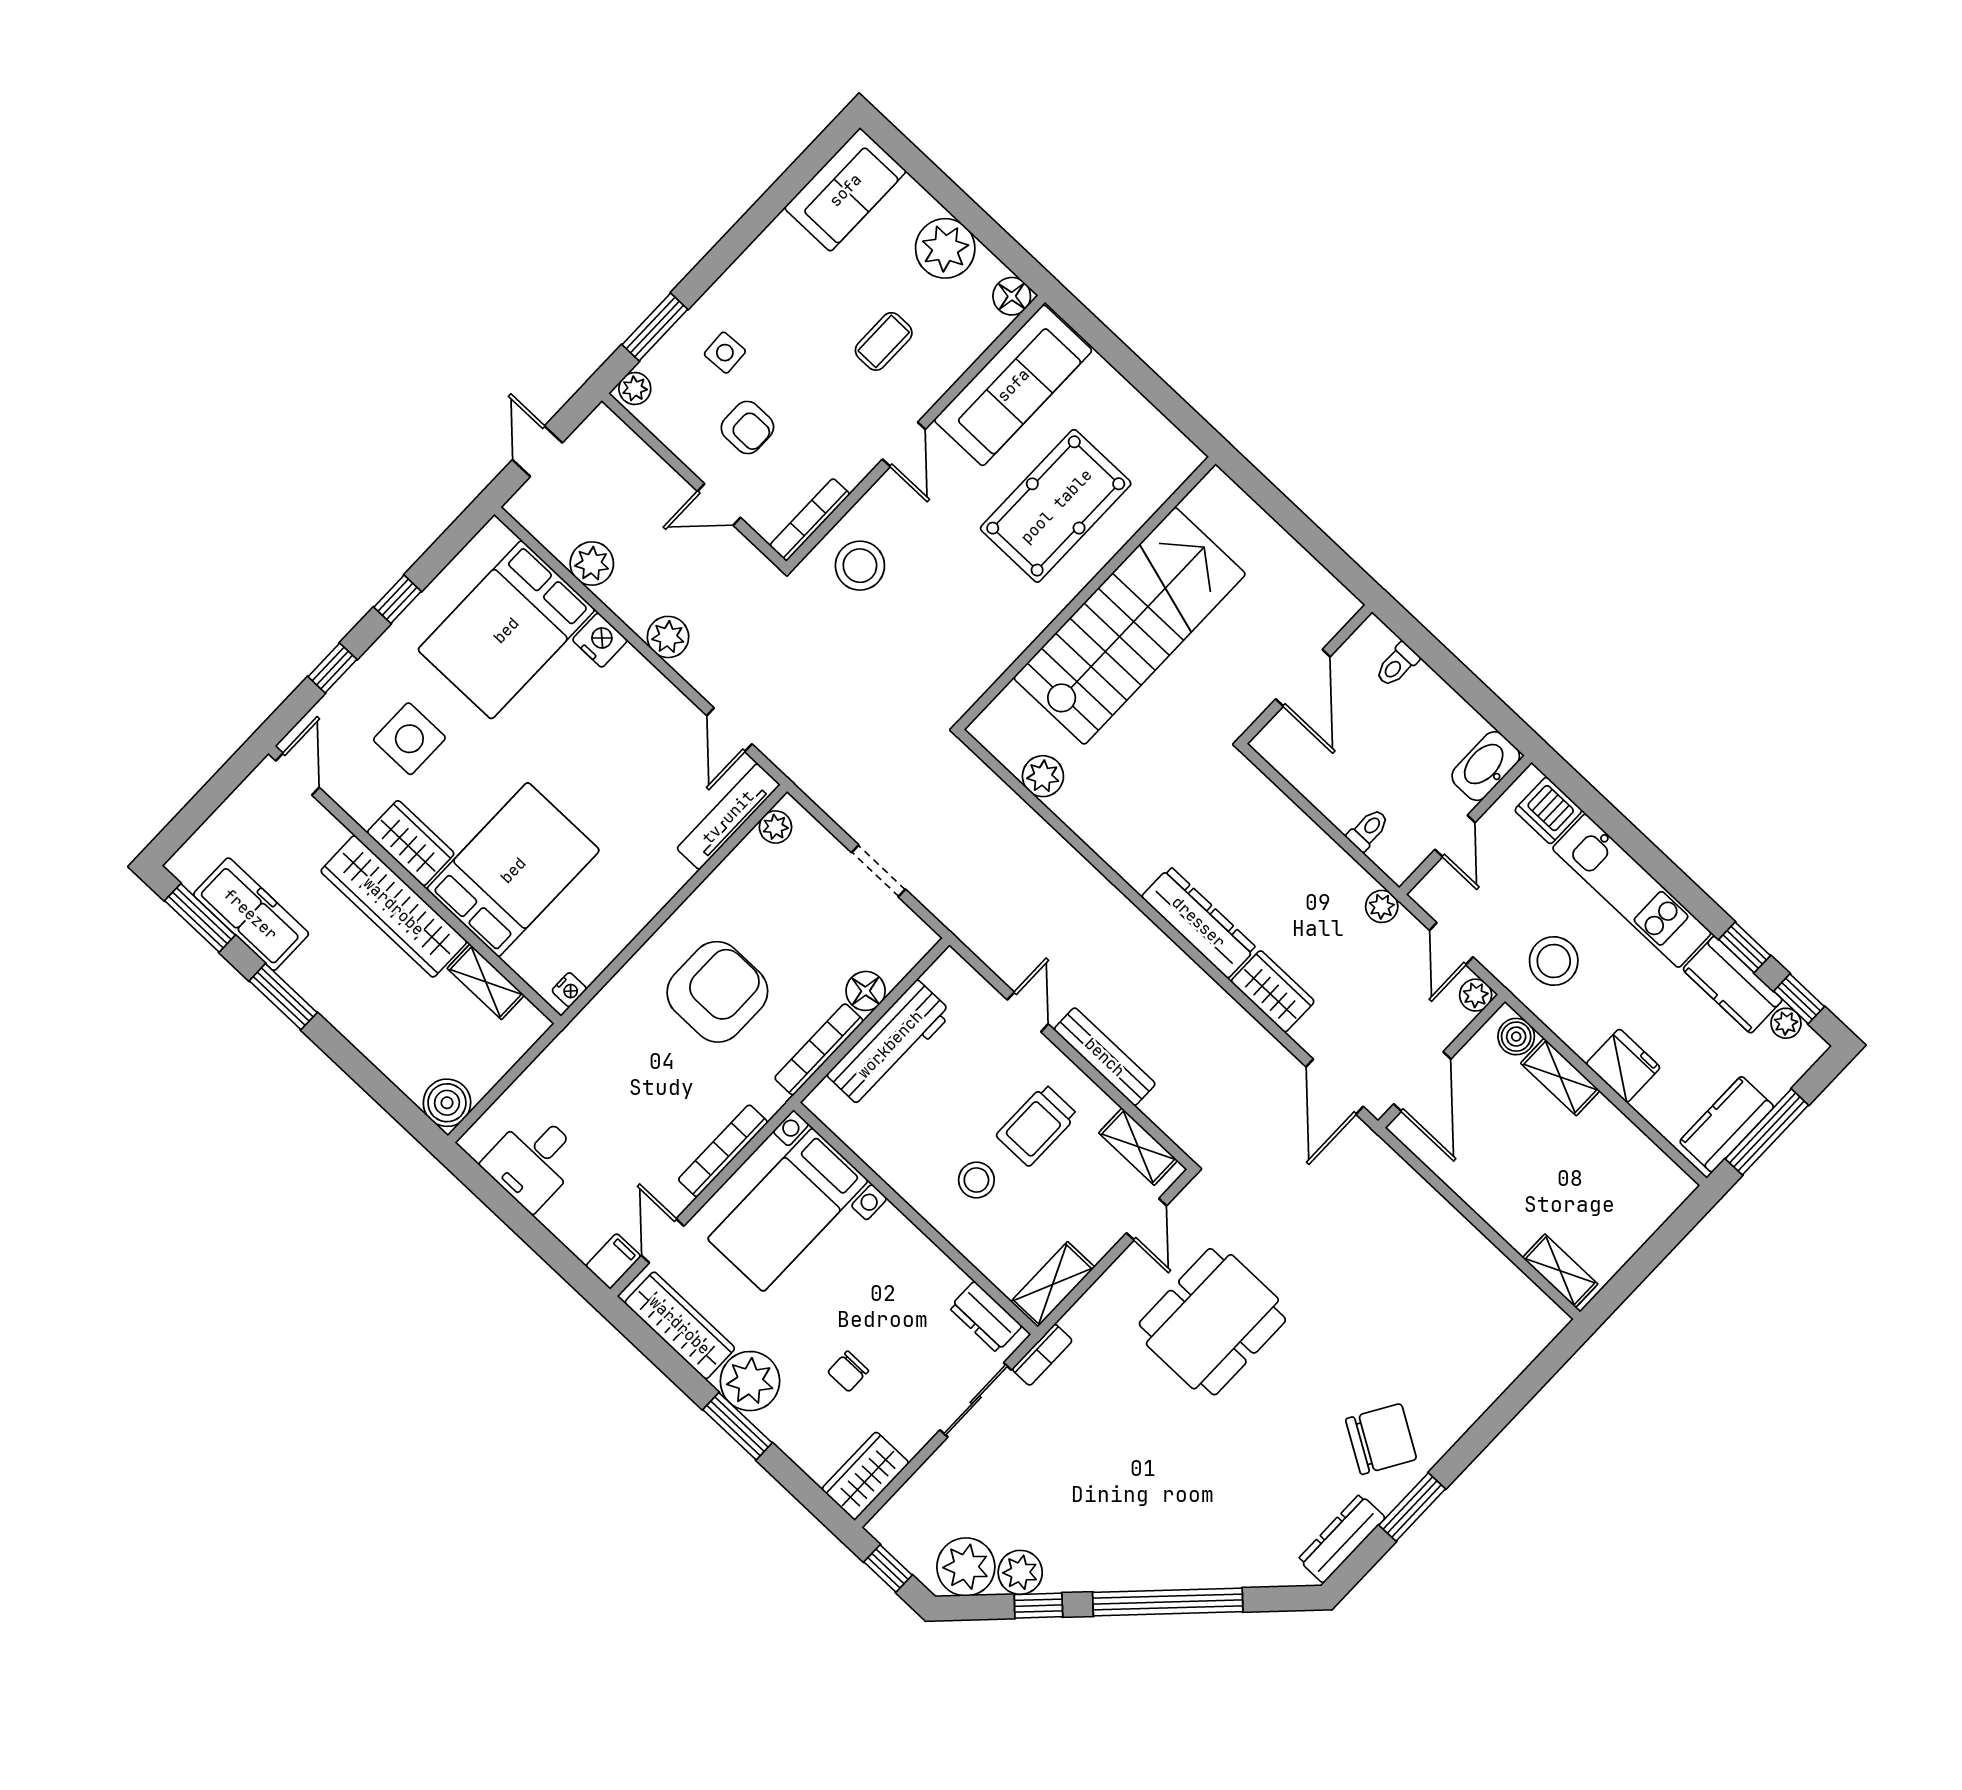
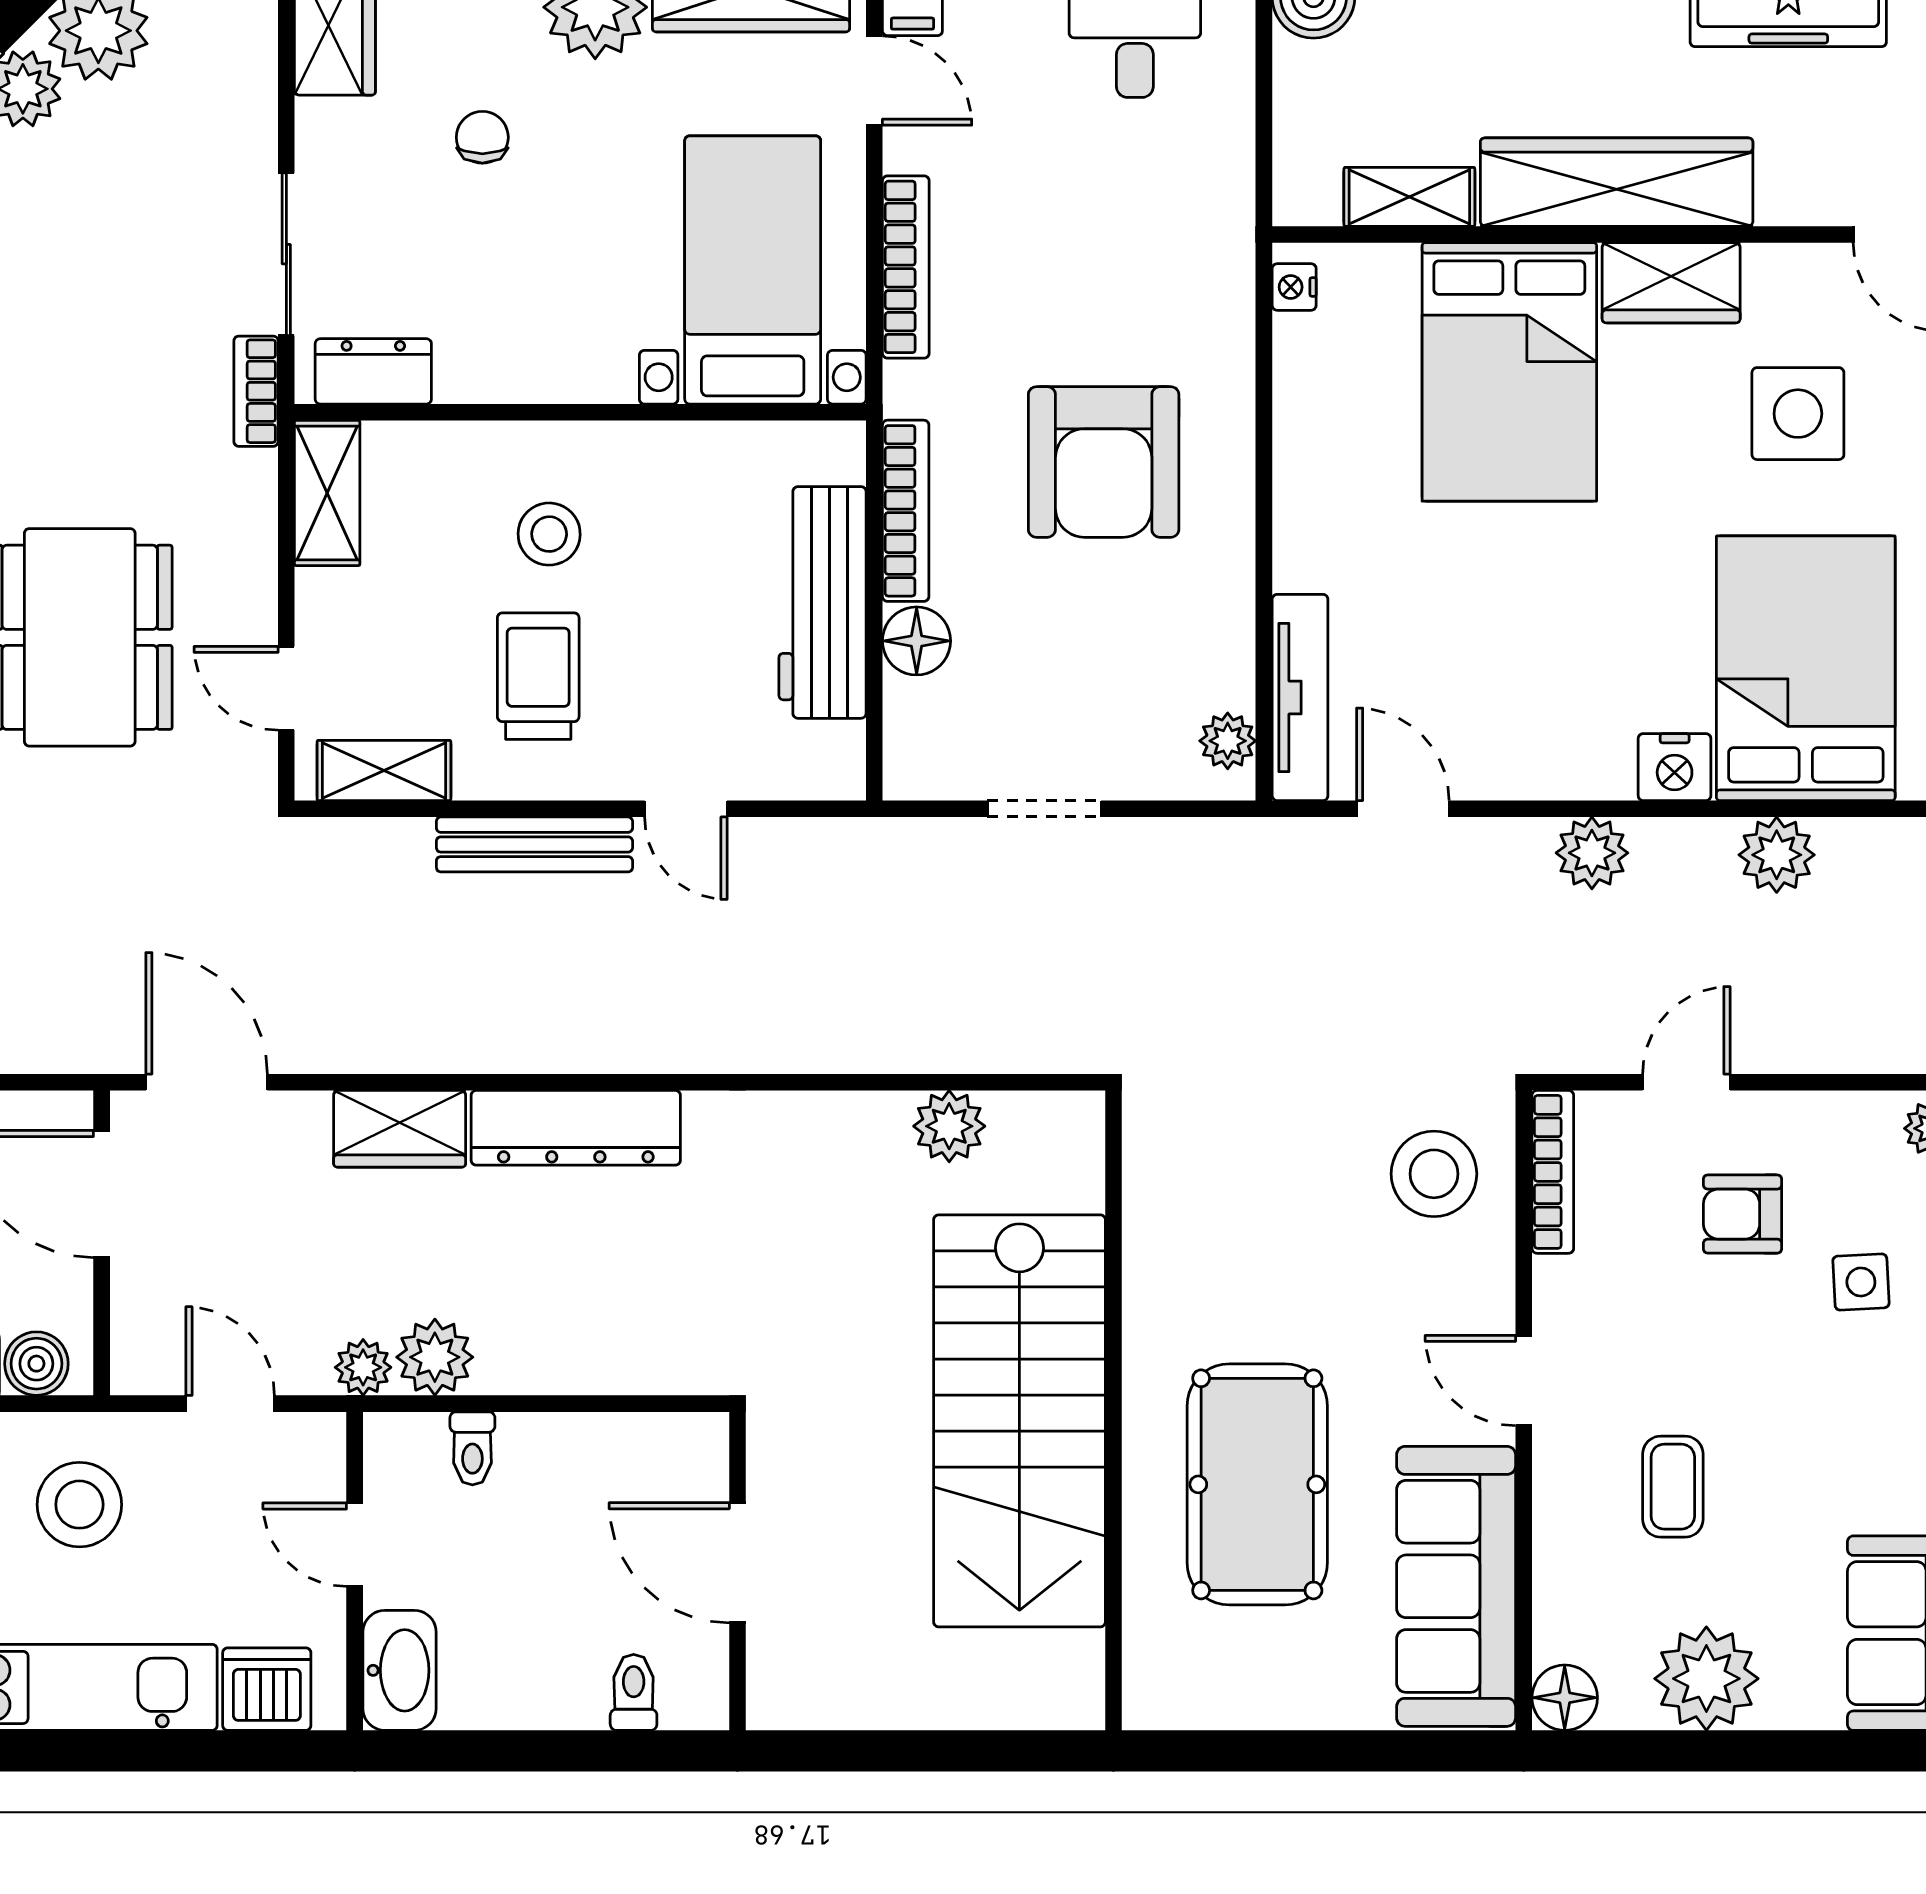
plant: (1476, 995) -> (435, 1357), moved, width x1.38, depth x1.38

